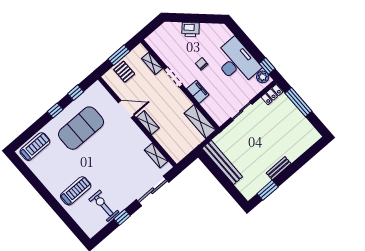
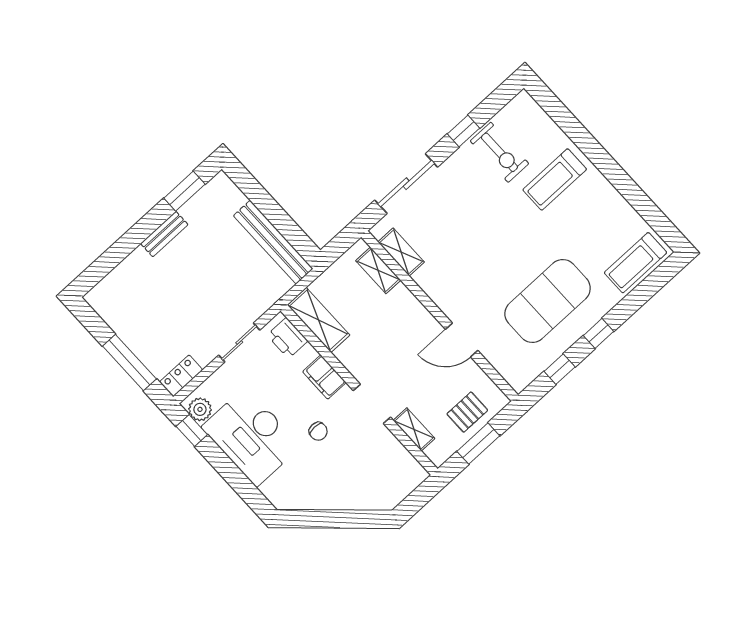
printer: (191, 30) -> (287, 338), moved, turned -133
pallet: (124, 72) -> (467, 412), turned 90
shelving: (148, 123) -> (378, 270), moved

